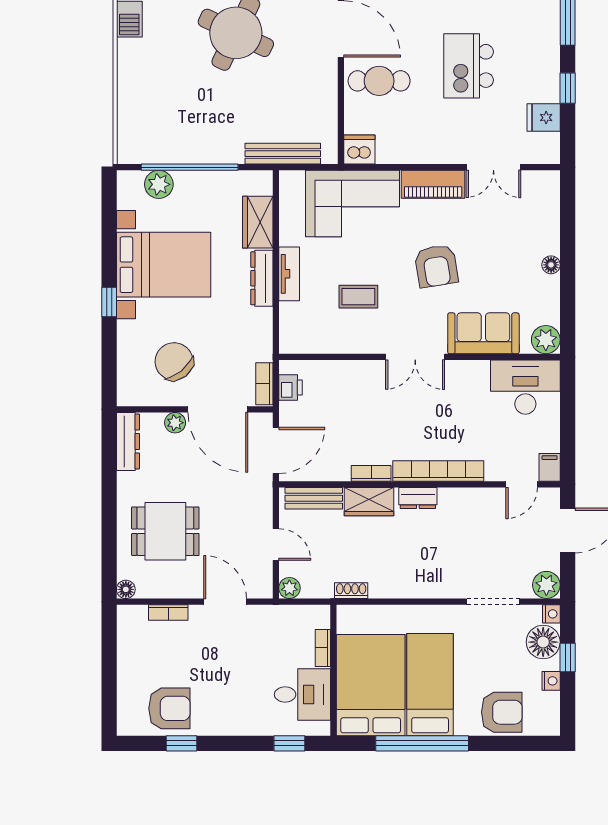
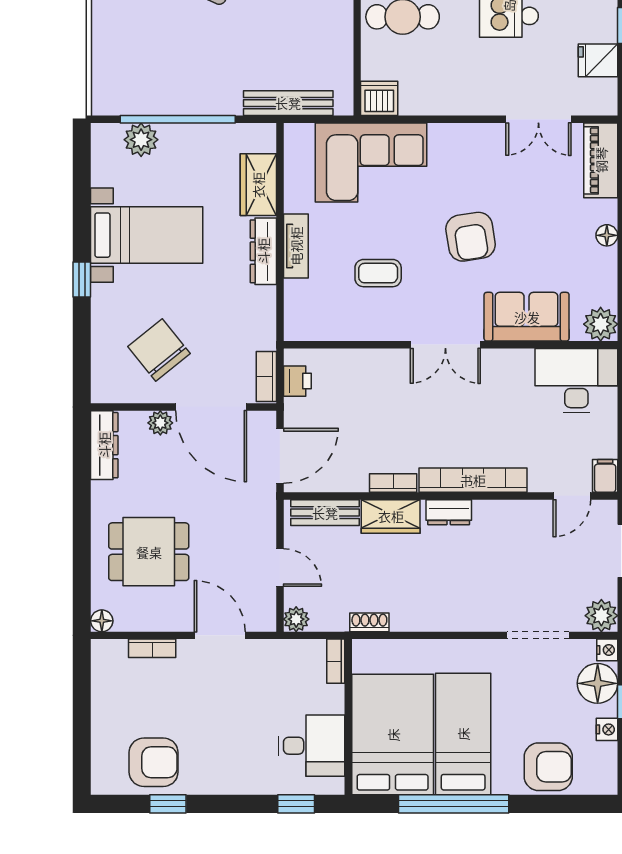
piano: (433, 184) -> (601, 160), moved, turned 90
bed with nightstands: (164, 265) -> (147, 235), width x0.73
bookcase: (323, 648) -> (336, 661), moved

